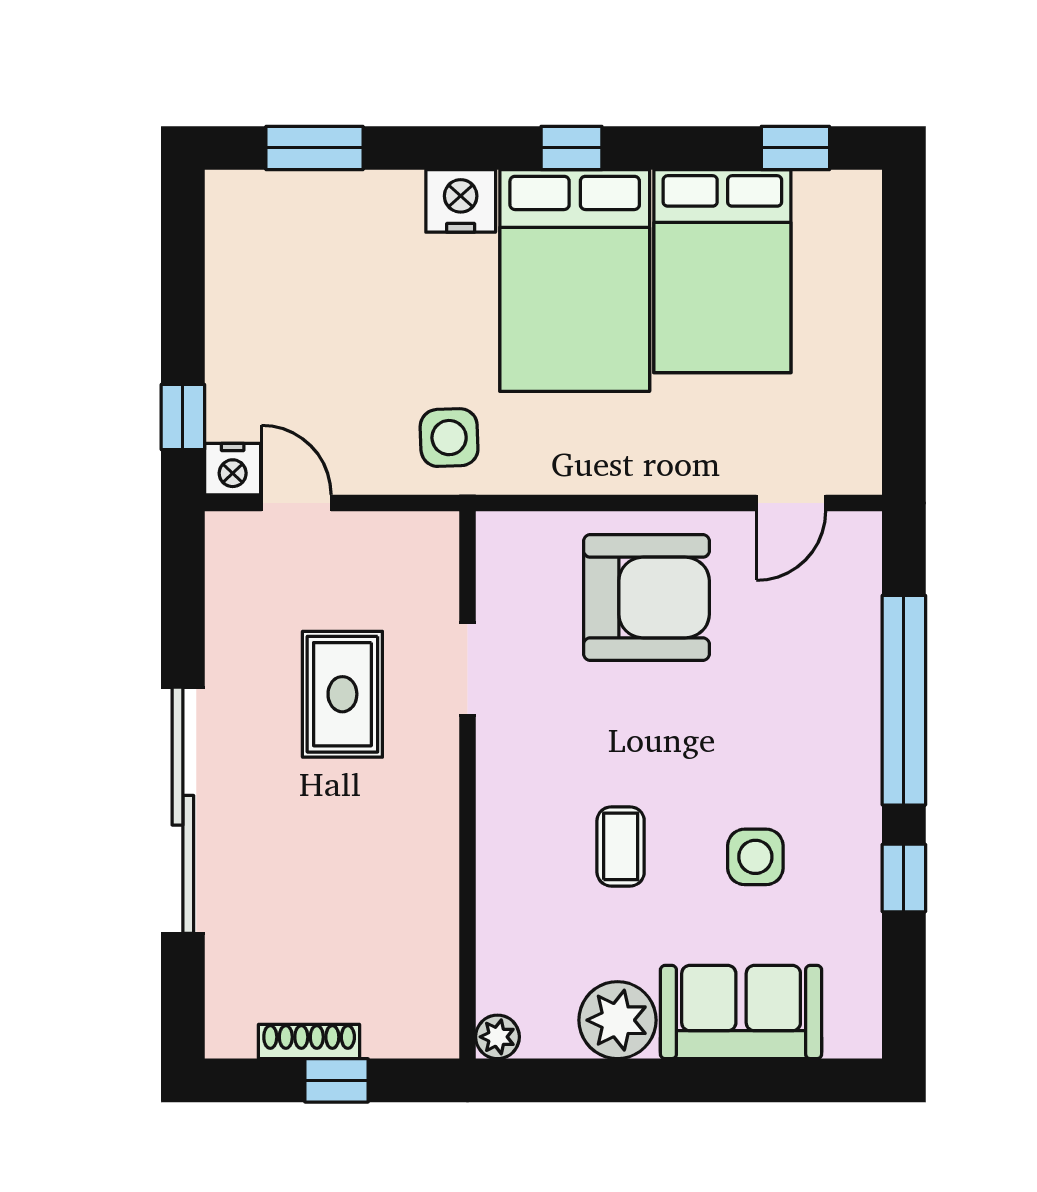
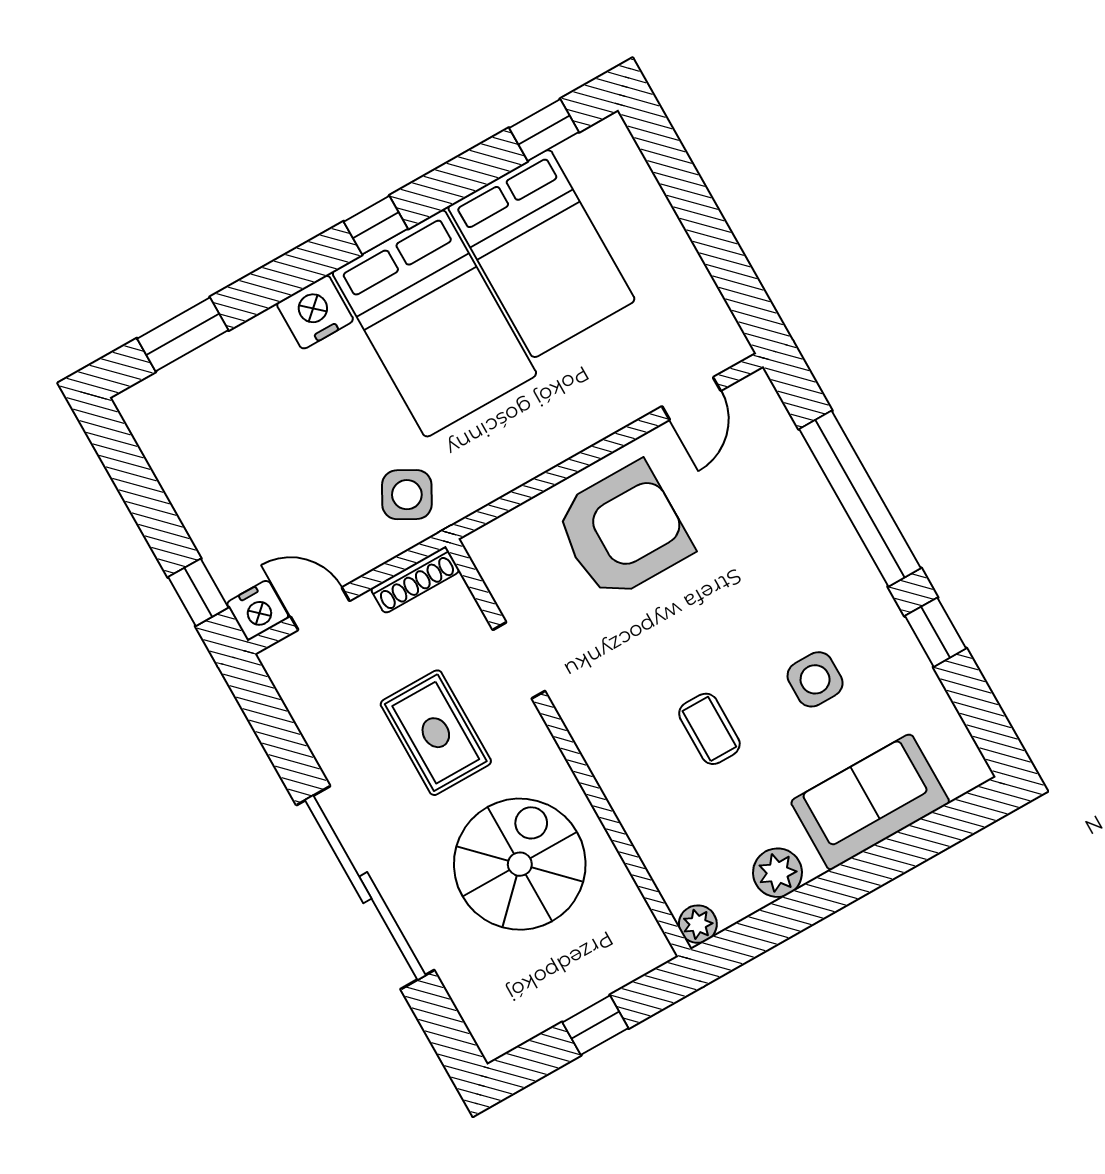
side table: (449, 438) -> (407, 495), turned 31
spiral stairs: (352, 875) -> (520, 864), added
plant: (617, 1020) -> (777, 873), width x0.73, depth x0.73
shoe rack: (309, 1041) -> (415, 580), moved, turned 180

